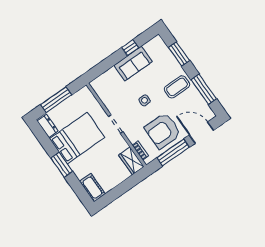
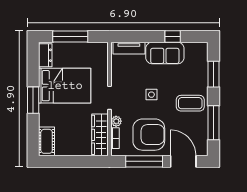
tv unit: (104, 78) -> (129, 48), added
armchair: (163, 131) -> (149, 135), turned 180
plant: (133, 138) -> (116, 121), added
wardrobe: (131, 161) -> (100, 135), width x1.50

